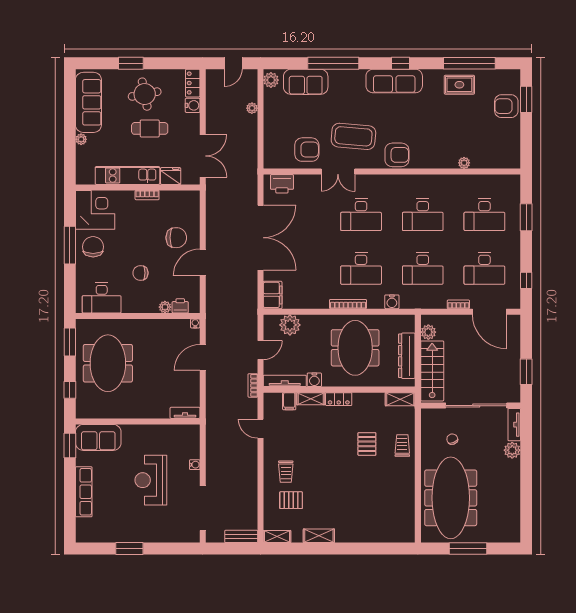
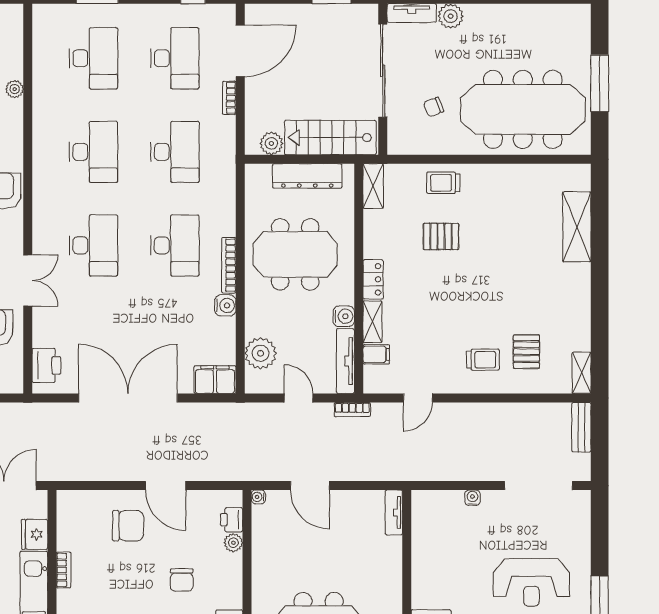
chair: (176, 238) -> (128, 526), turned 90
water cooler: (392, 302) -> (225, 305), moved
reception desk: (151, 480) -> (531, 582), moved
shelving: (319, 536) -> (577, 227), moved, width x1.50, depth x1.33

